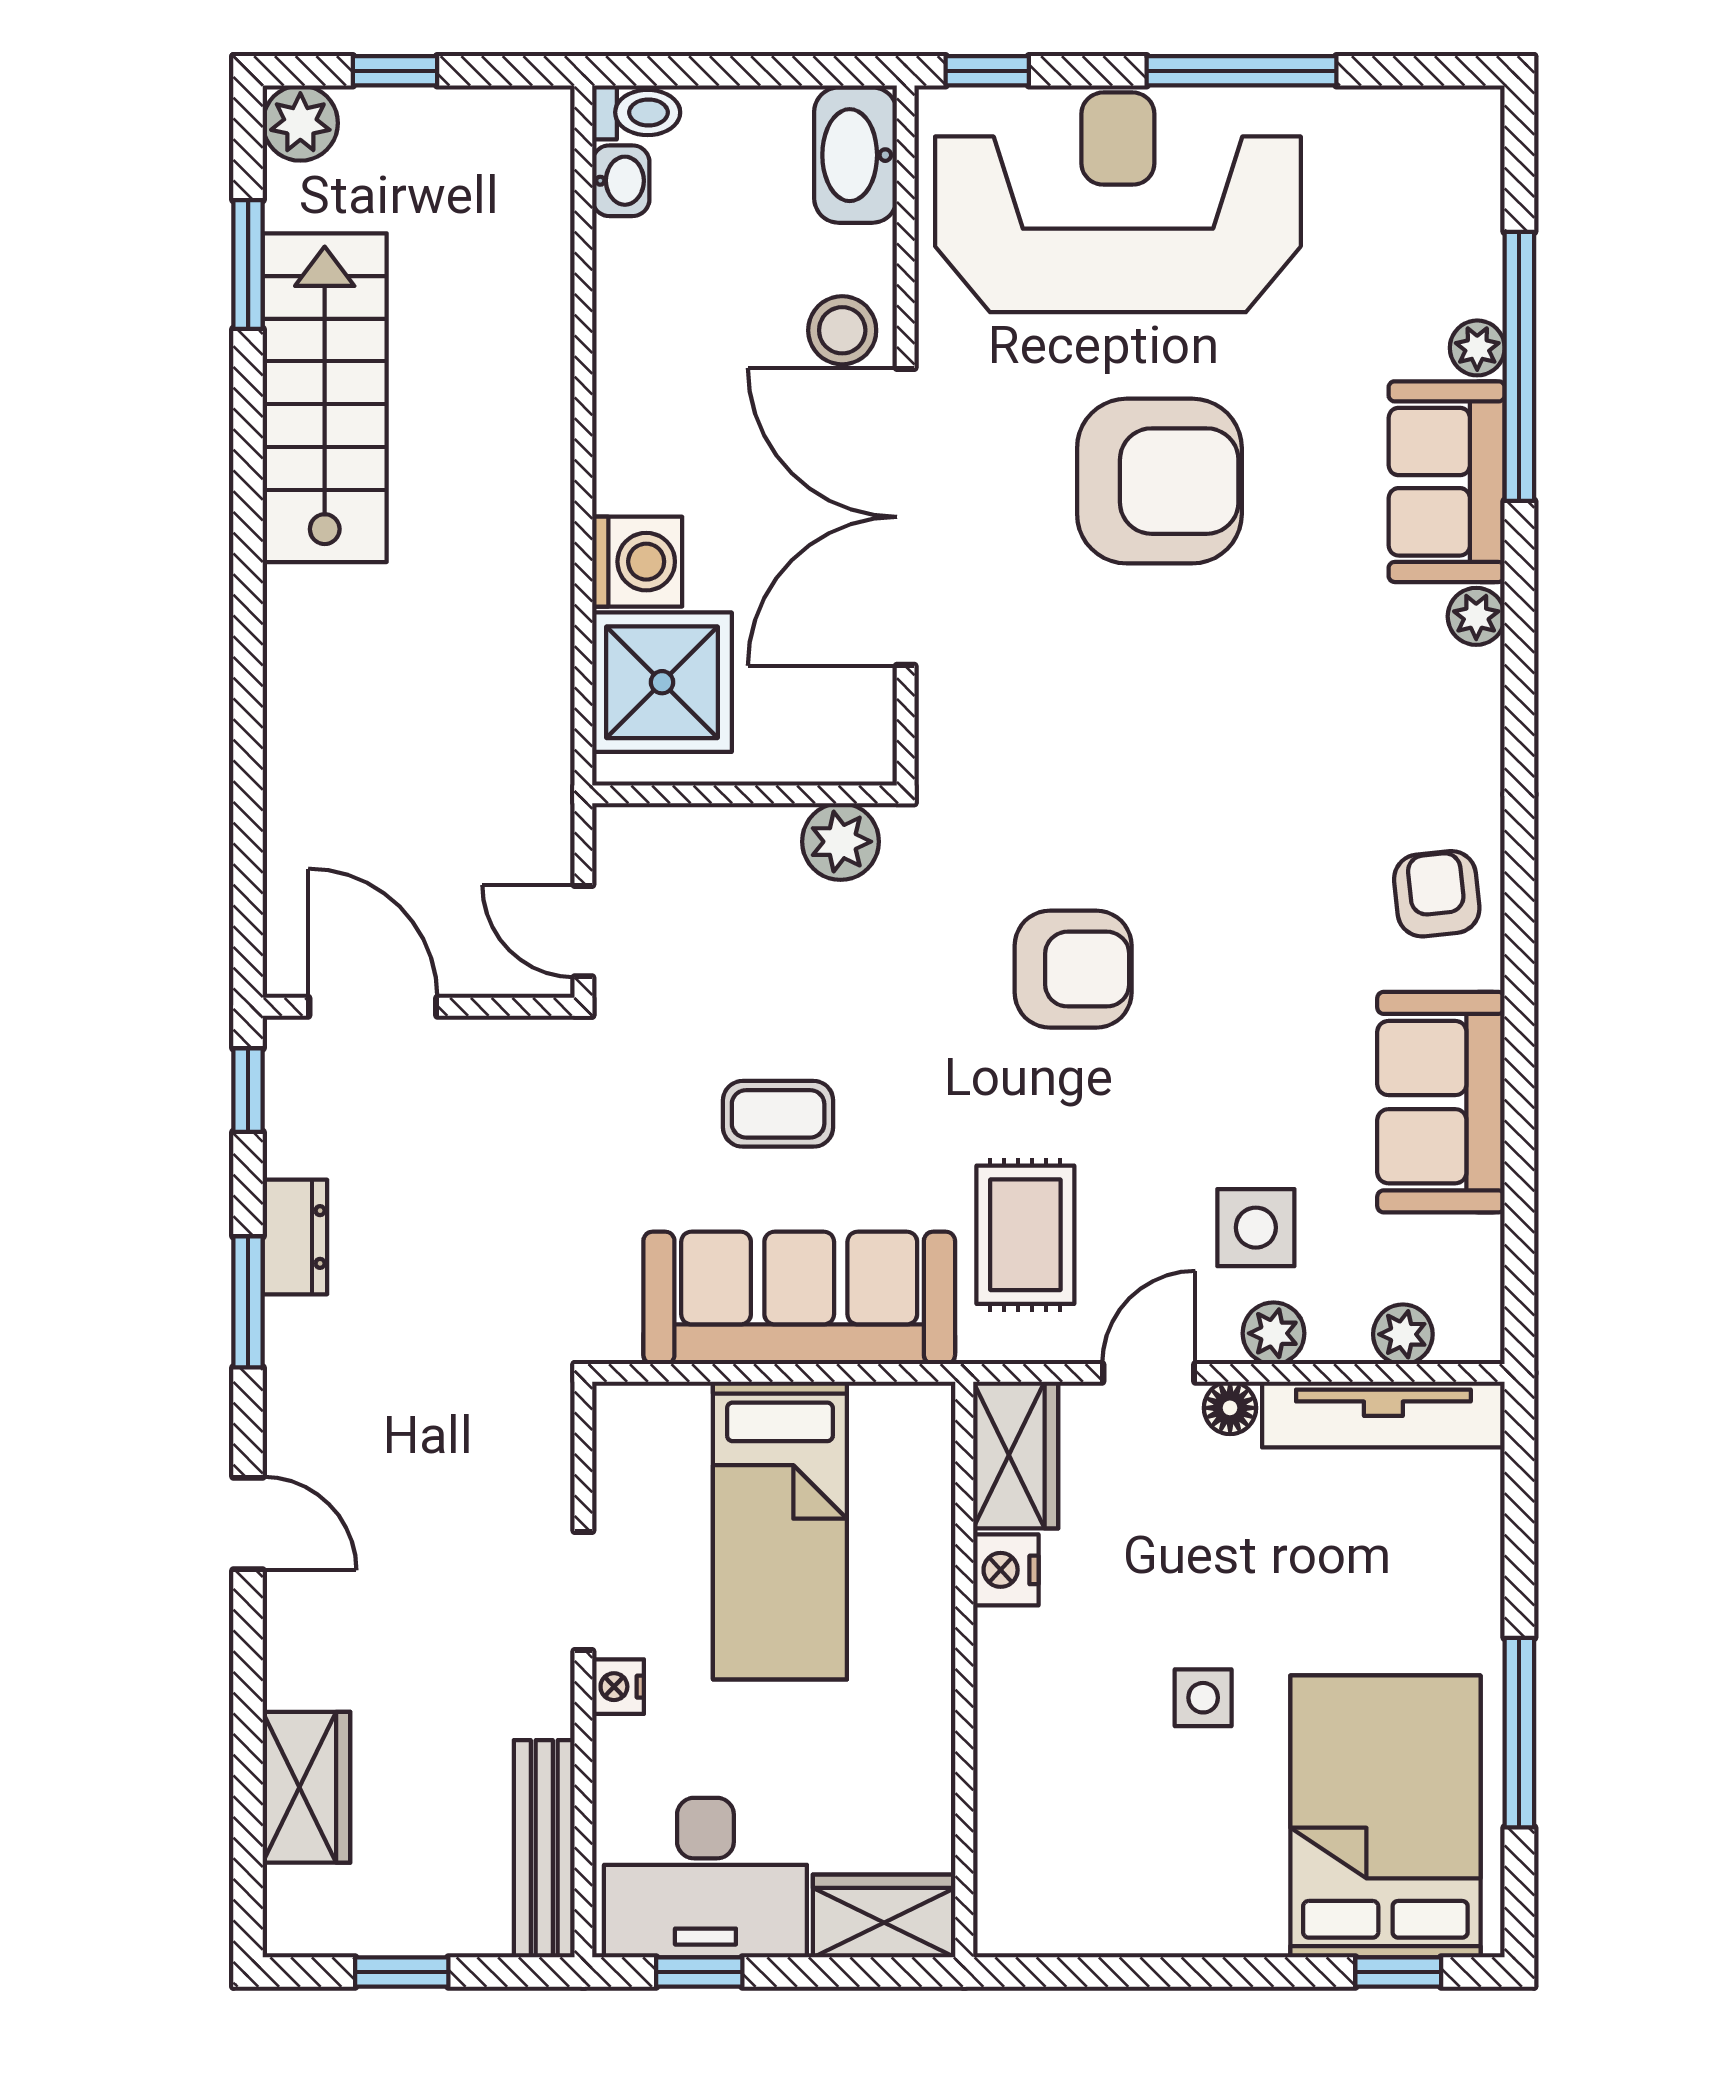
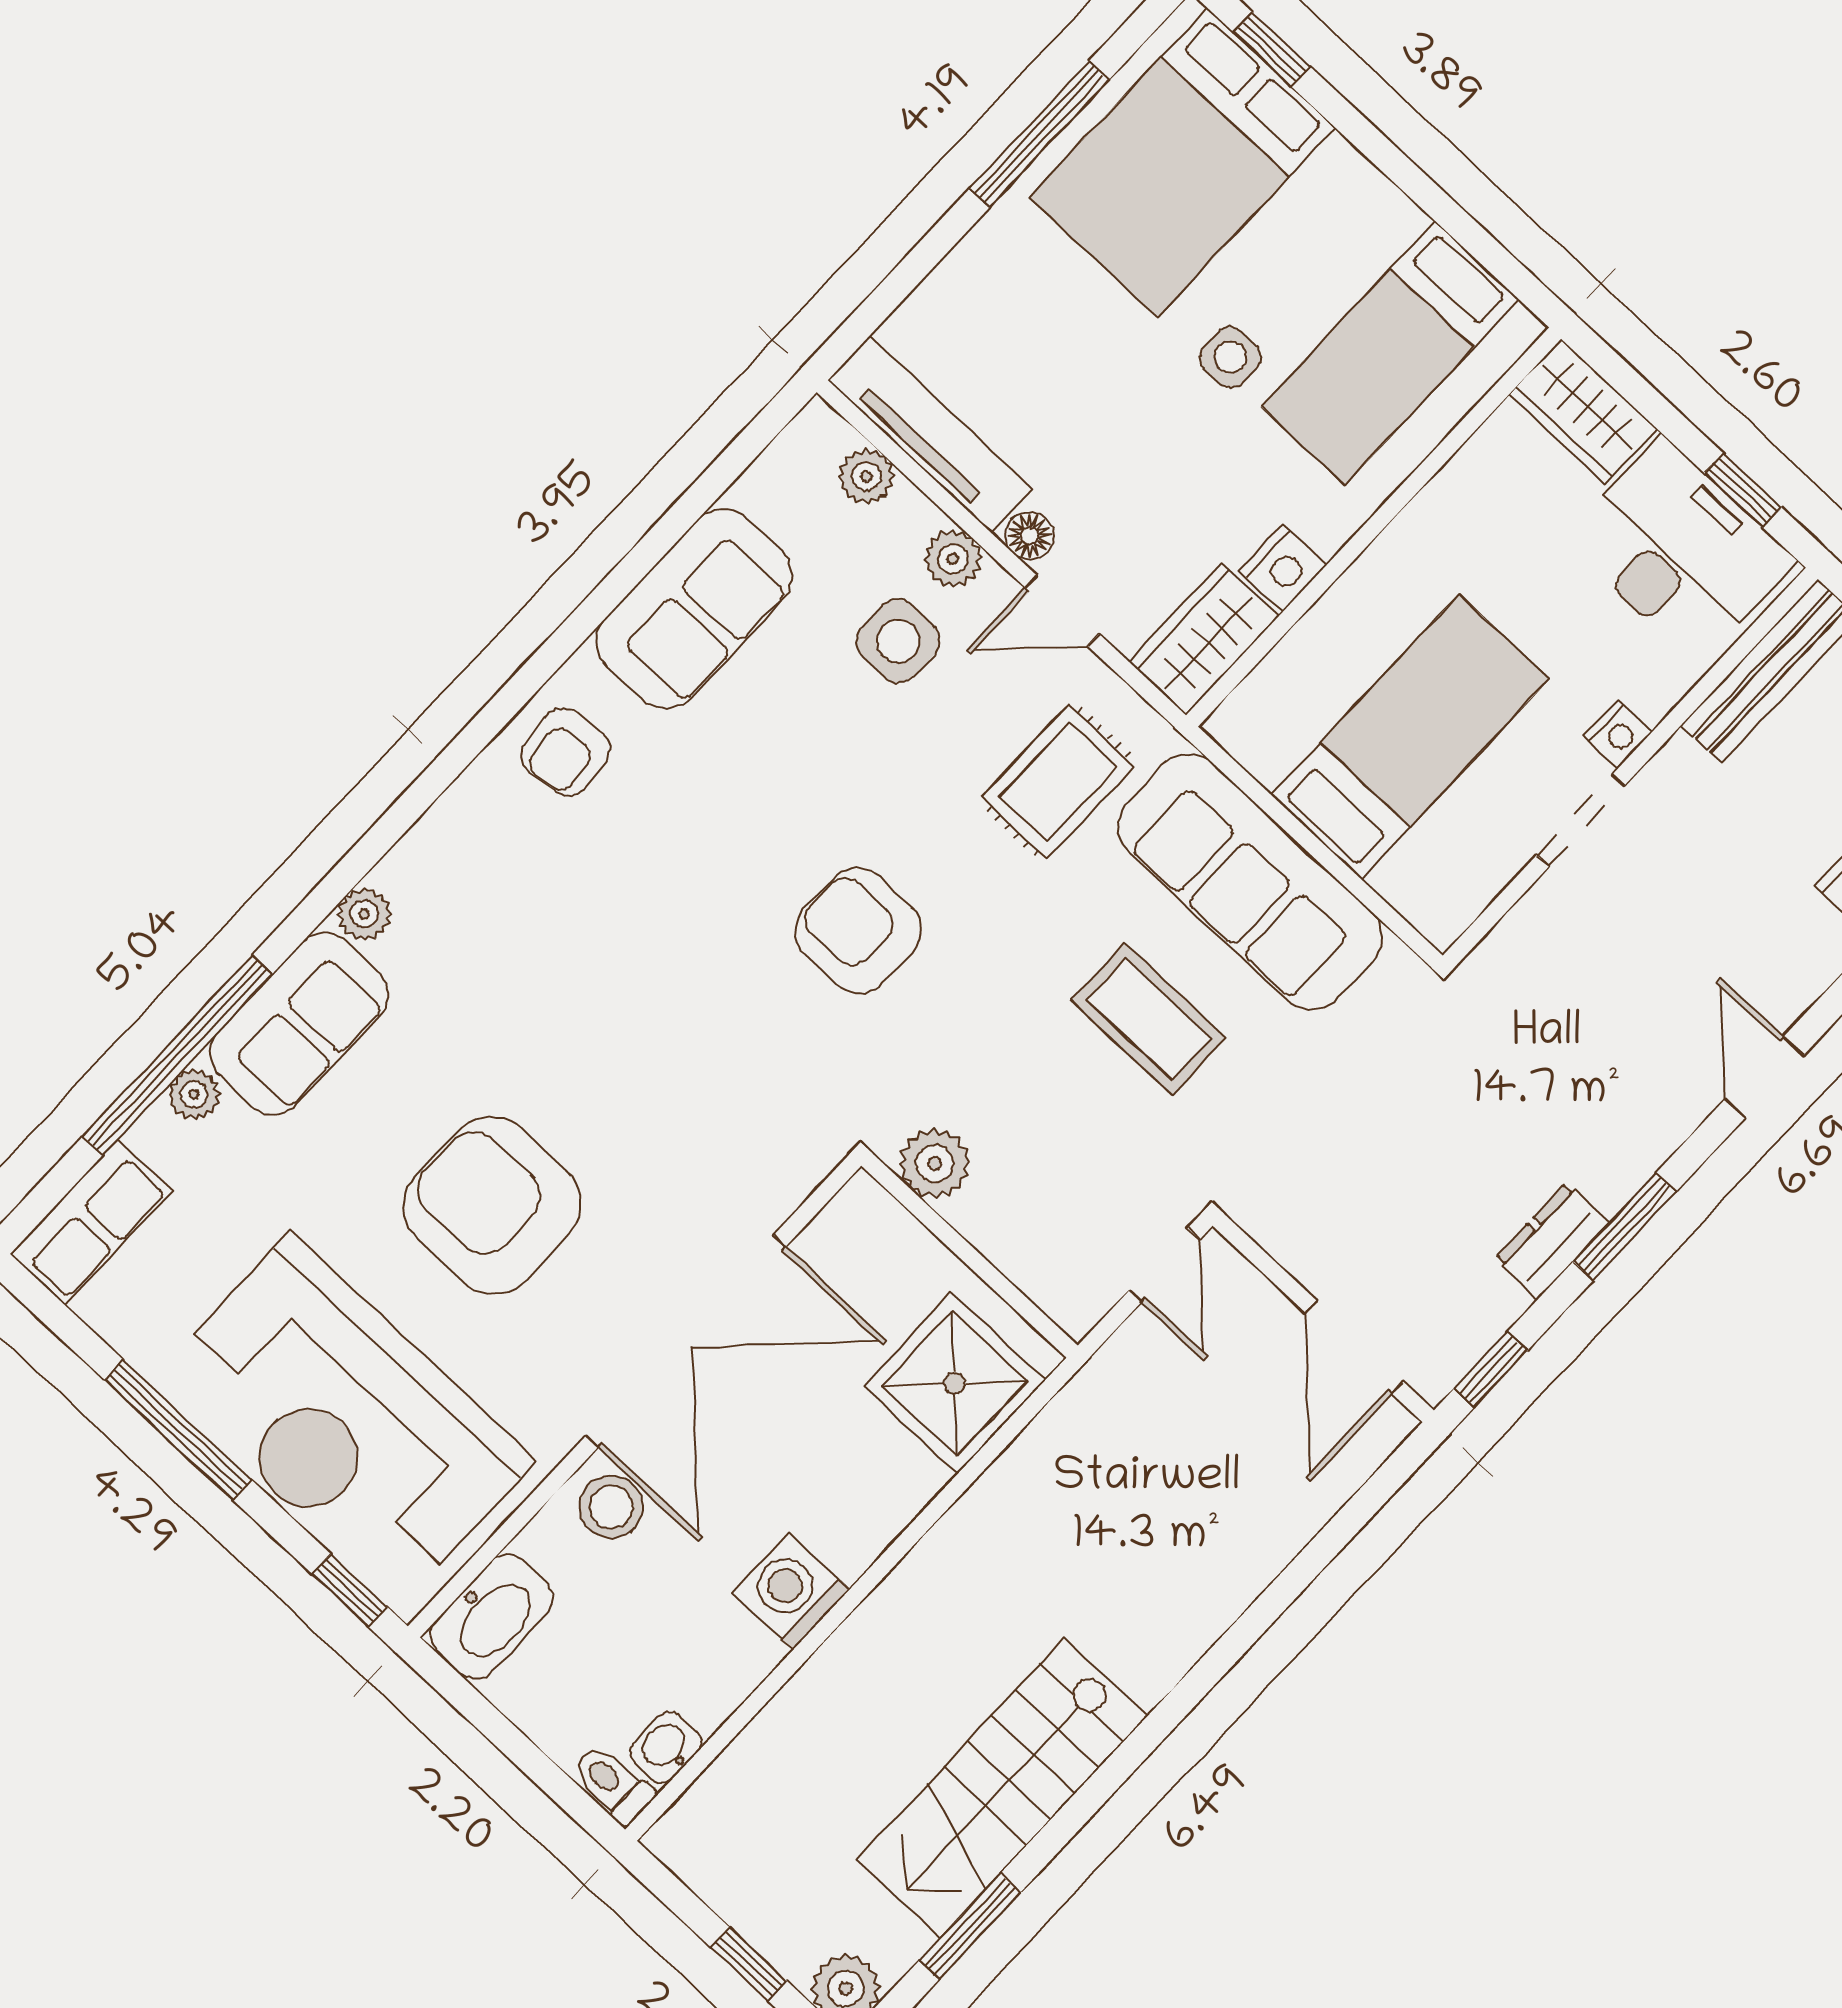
row of seats: (1464, 171) -> (91, 1222), added
washing machine: (637, 562) -> (791, 1591), moved
coffee table: (778, 1114) -> (1149, 1019), width x1.36, depth x1.30
bed: (1080, 1819) -> (1390, 353), added

